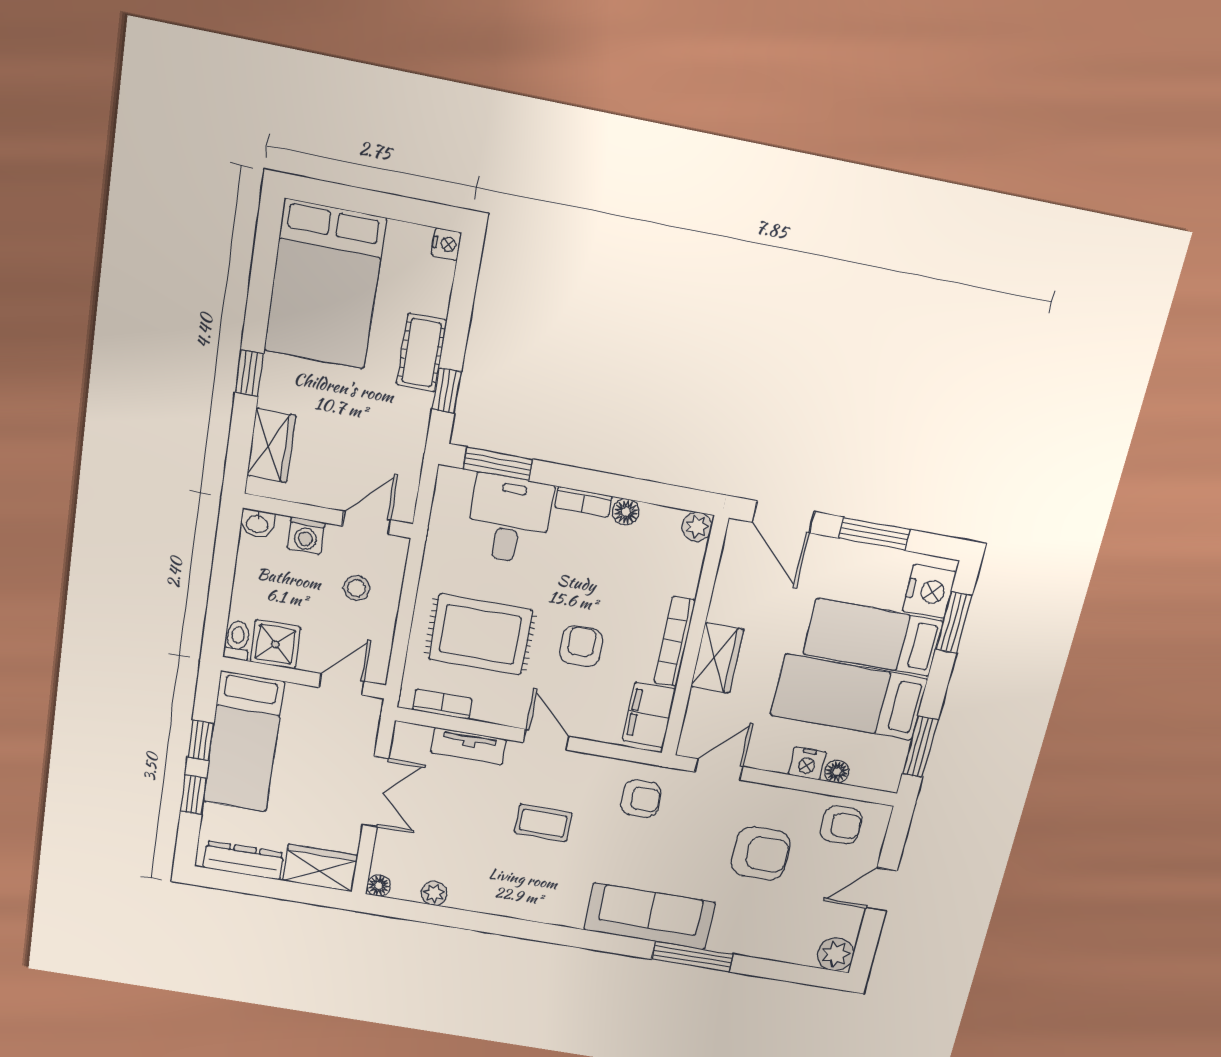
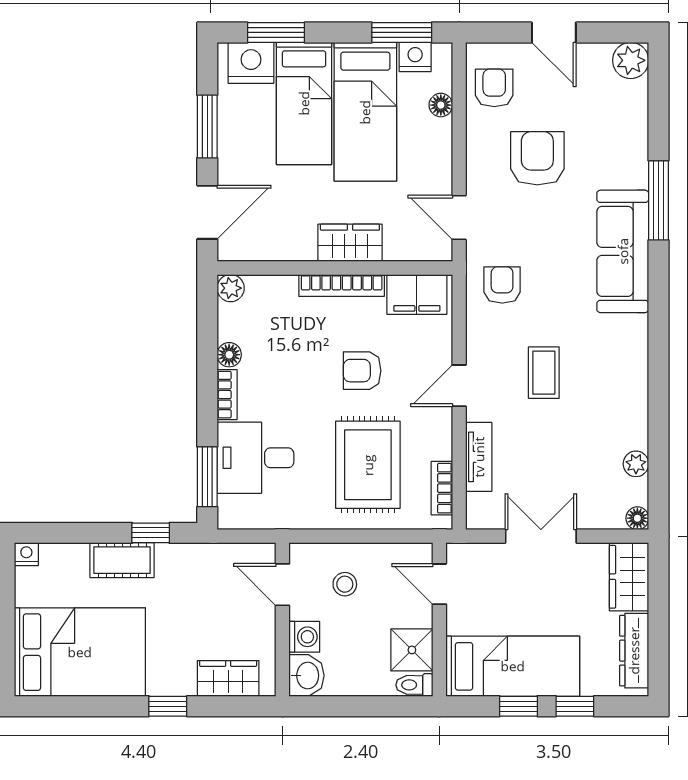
washbasin: (257, 523) -> (307, 676), width x1.38, depth x1.45
nightstand: (807, 763) -> (415, 57), moved, turned -90

